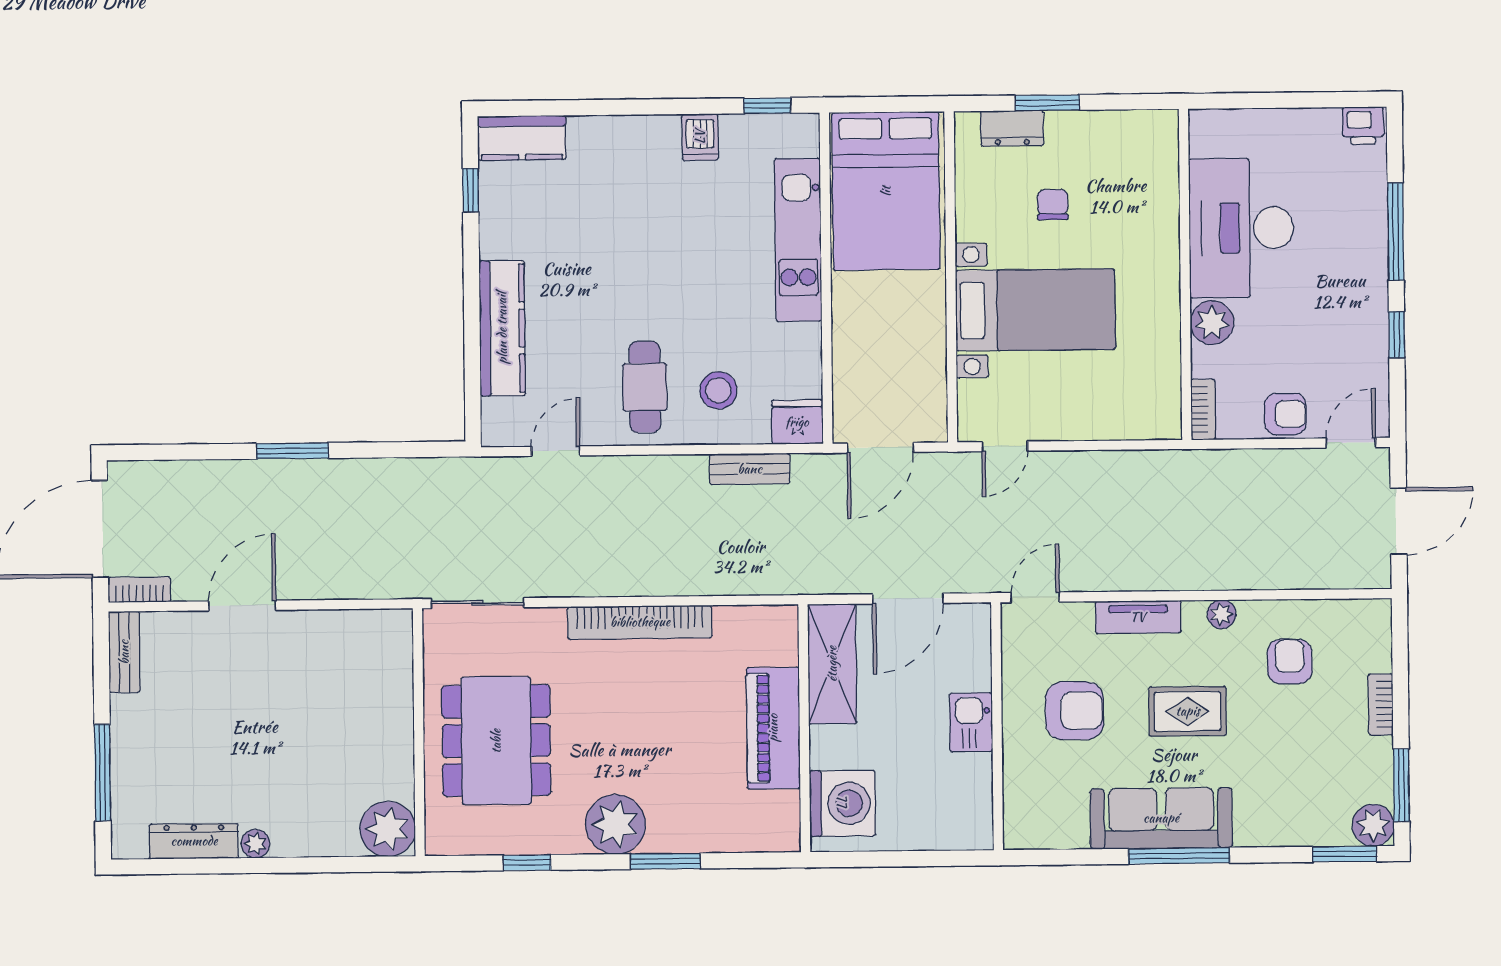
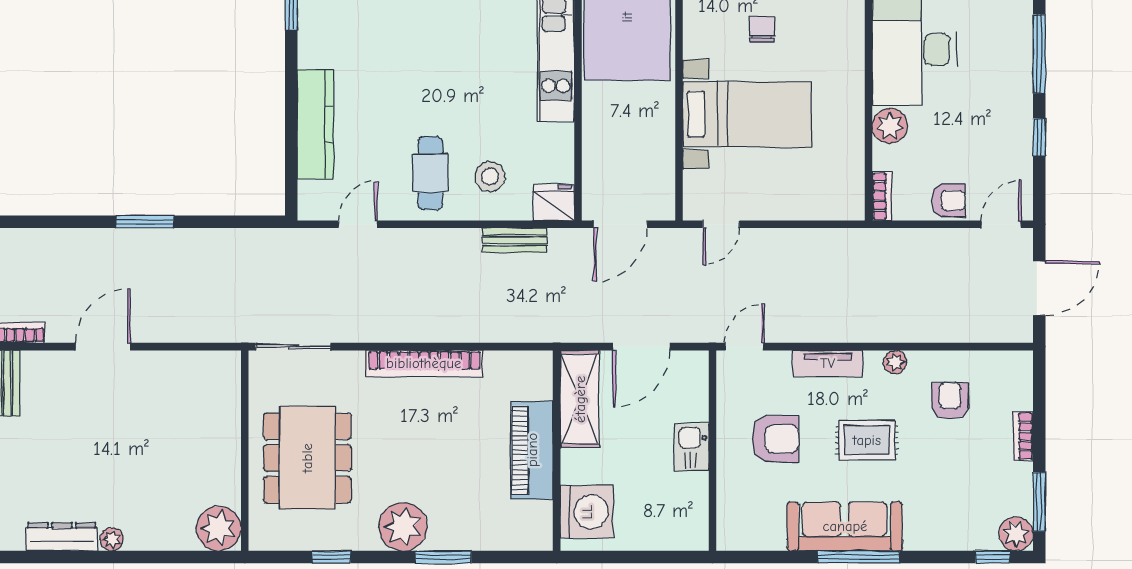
window: (1345, 854) -> (993, 557), width x0.67

